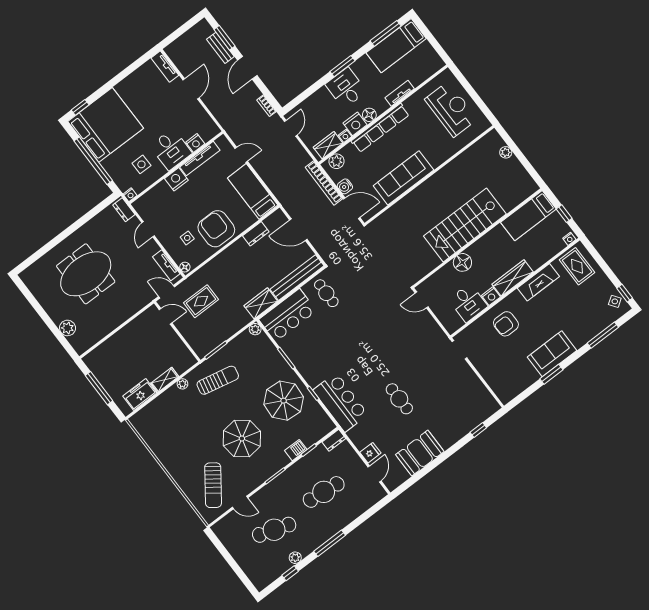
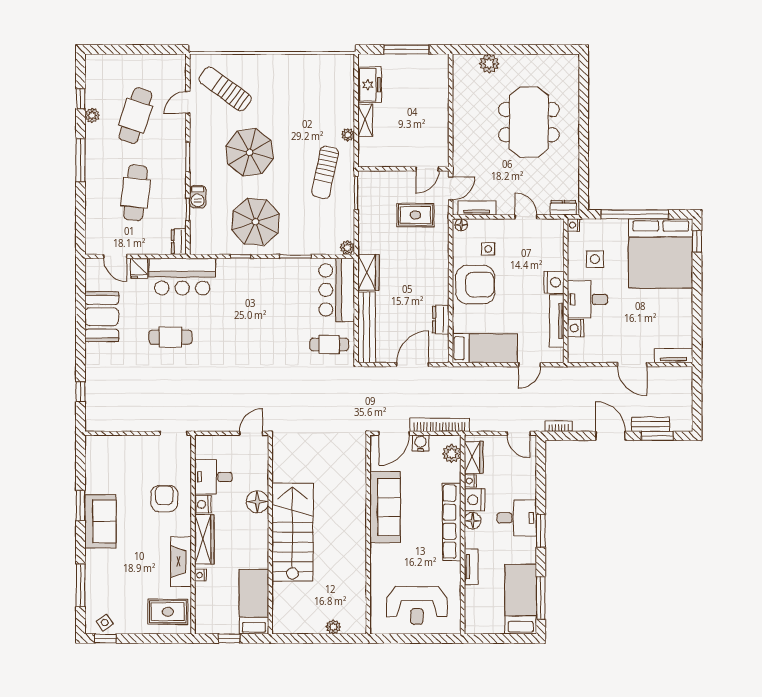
nightstand: (569, 239) -> (200, 575), moved
rug: (201, 301) -> (415, 215), turned 90
bar counter: (340, 402) -> (182, 277), moved

